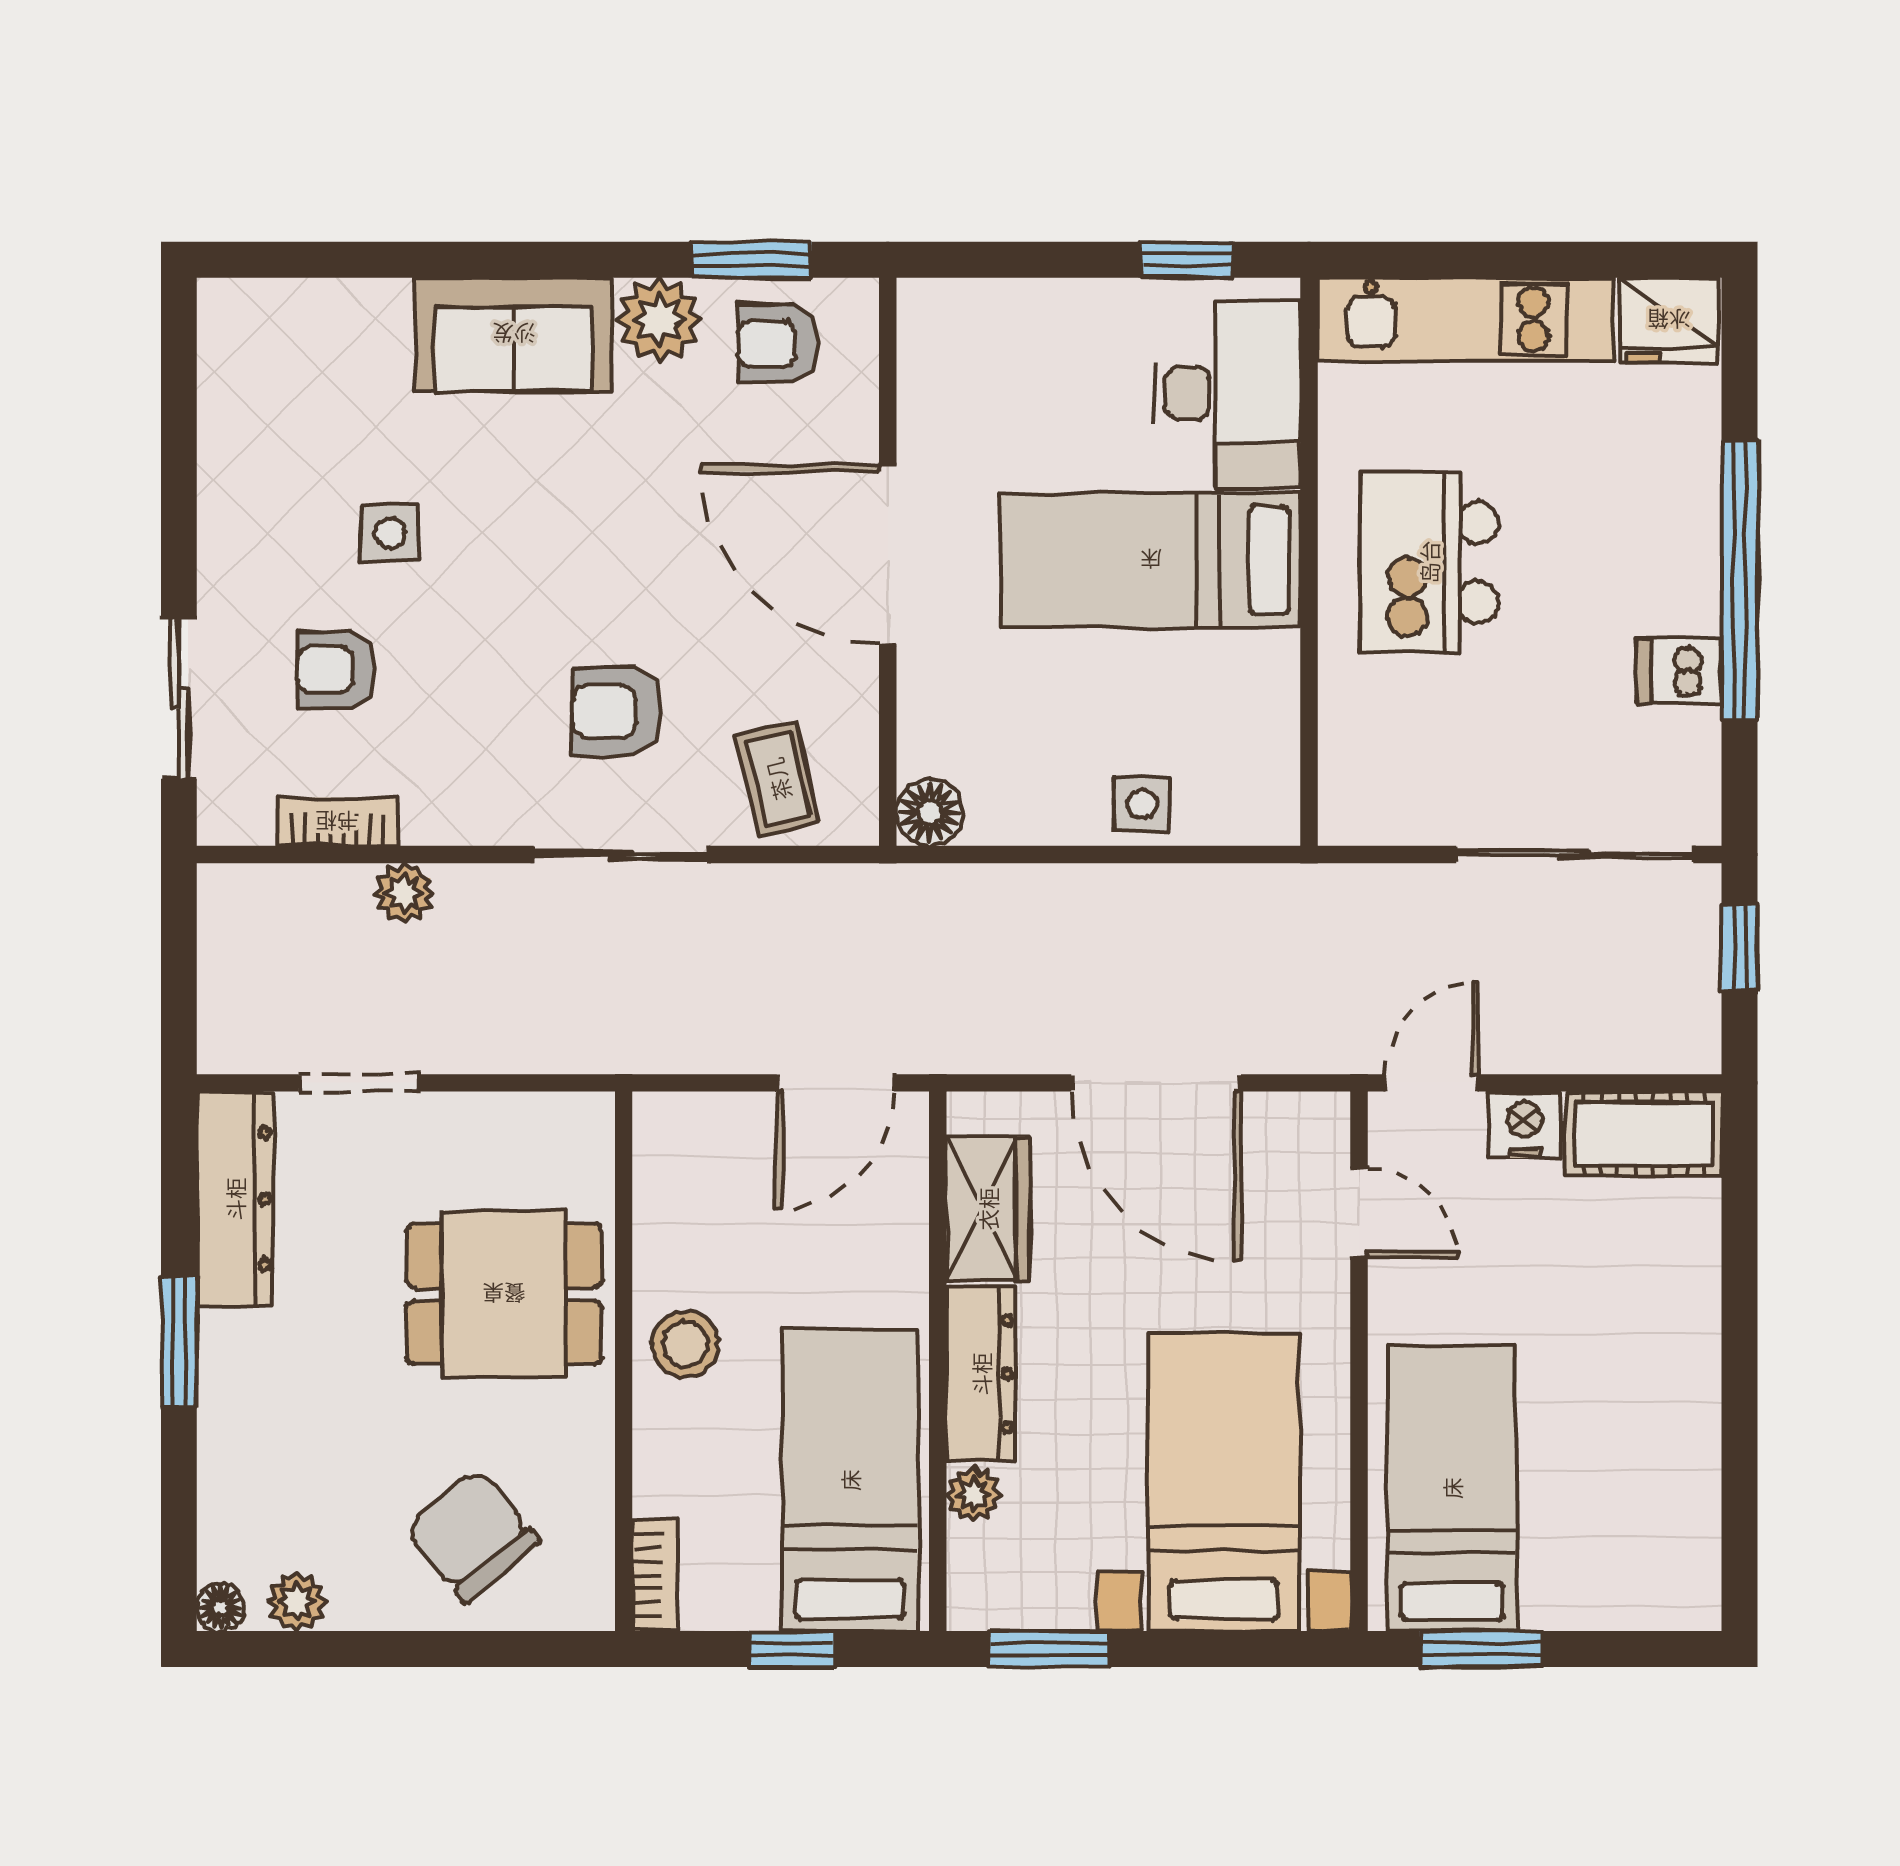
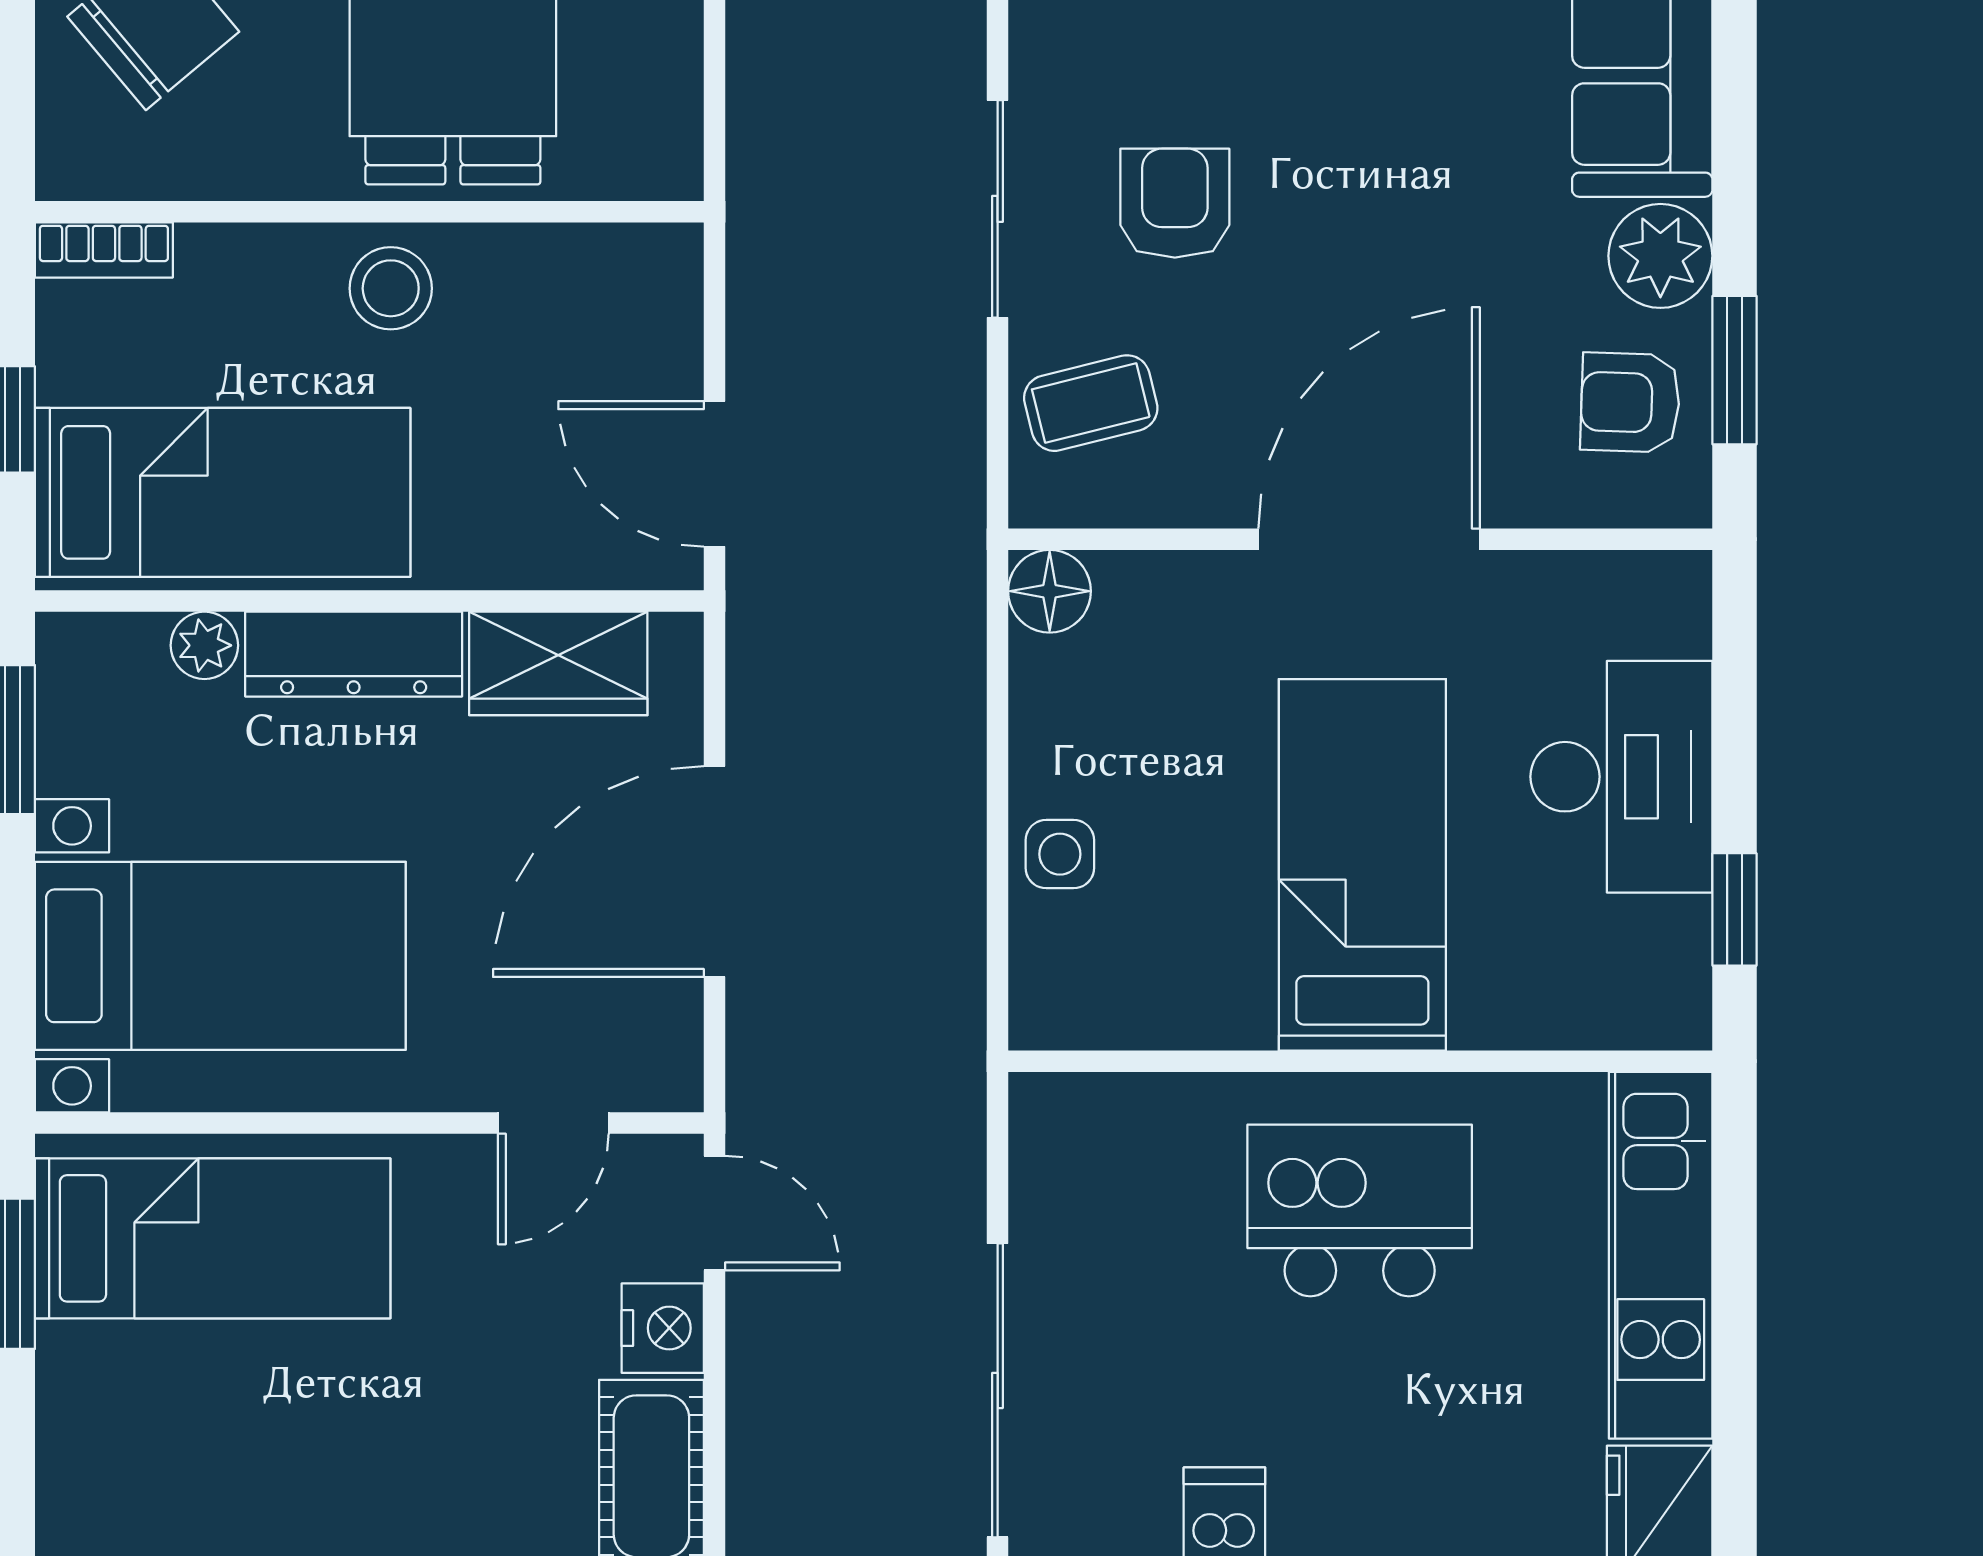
armchair: (778, 344) -> (1630, 403), turned -88
desk: (1227, 393) -> (1621, 777), moved, turned -90

